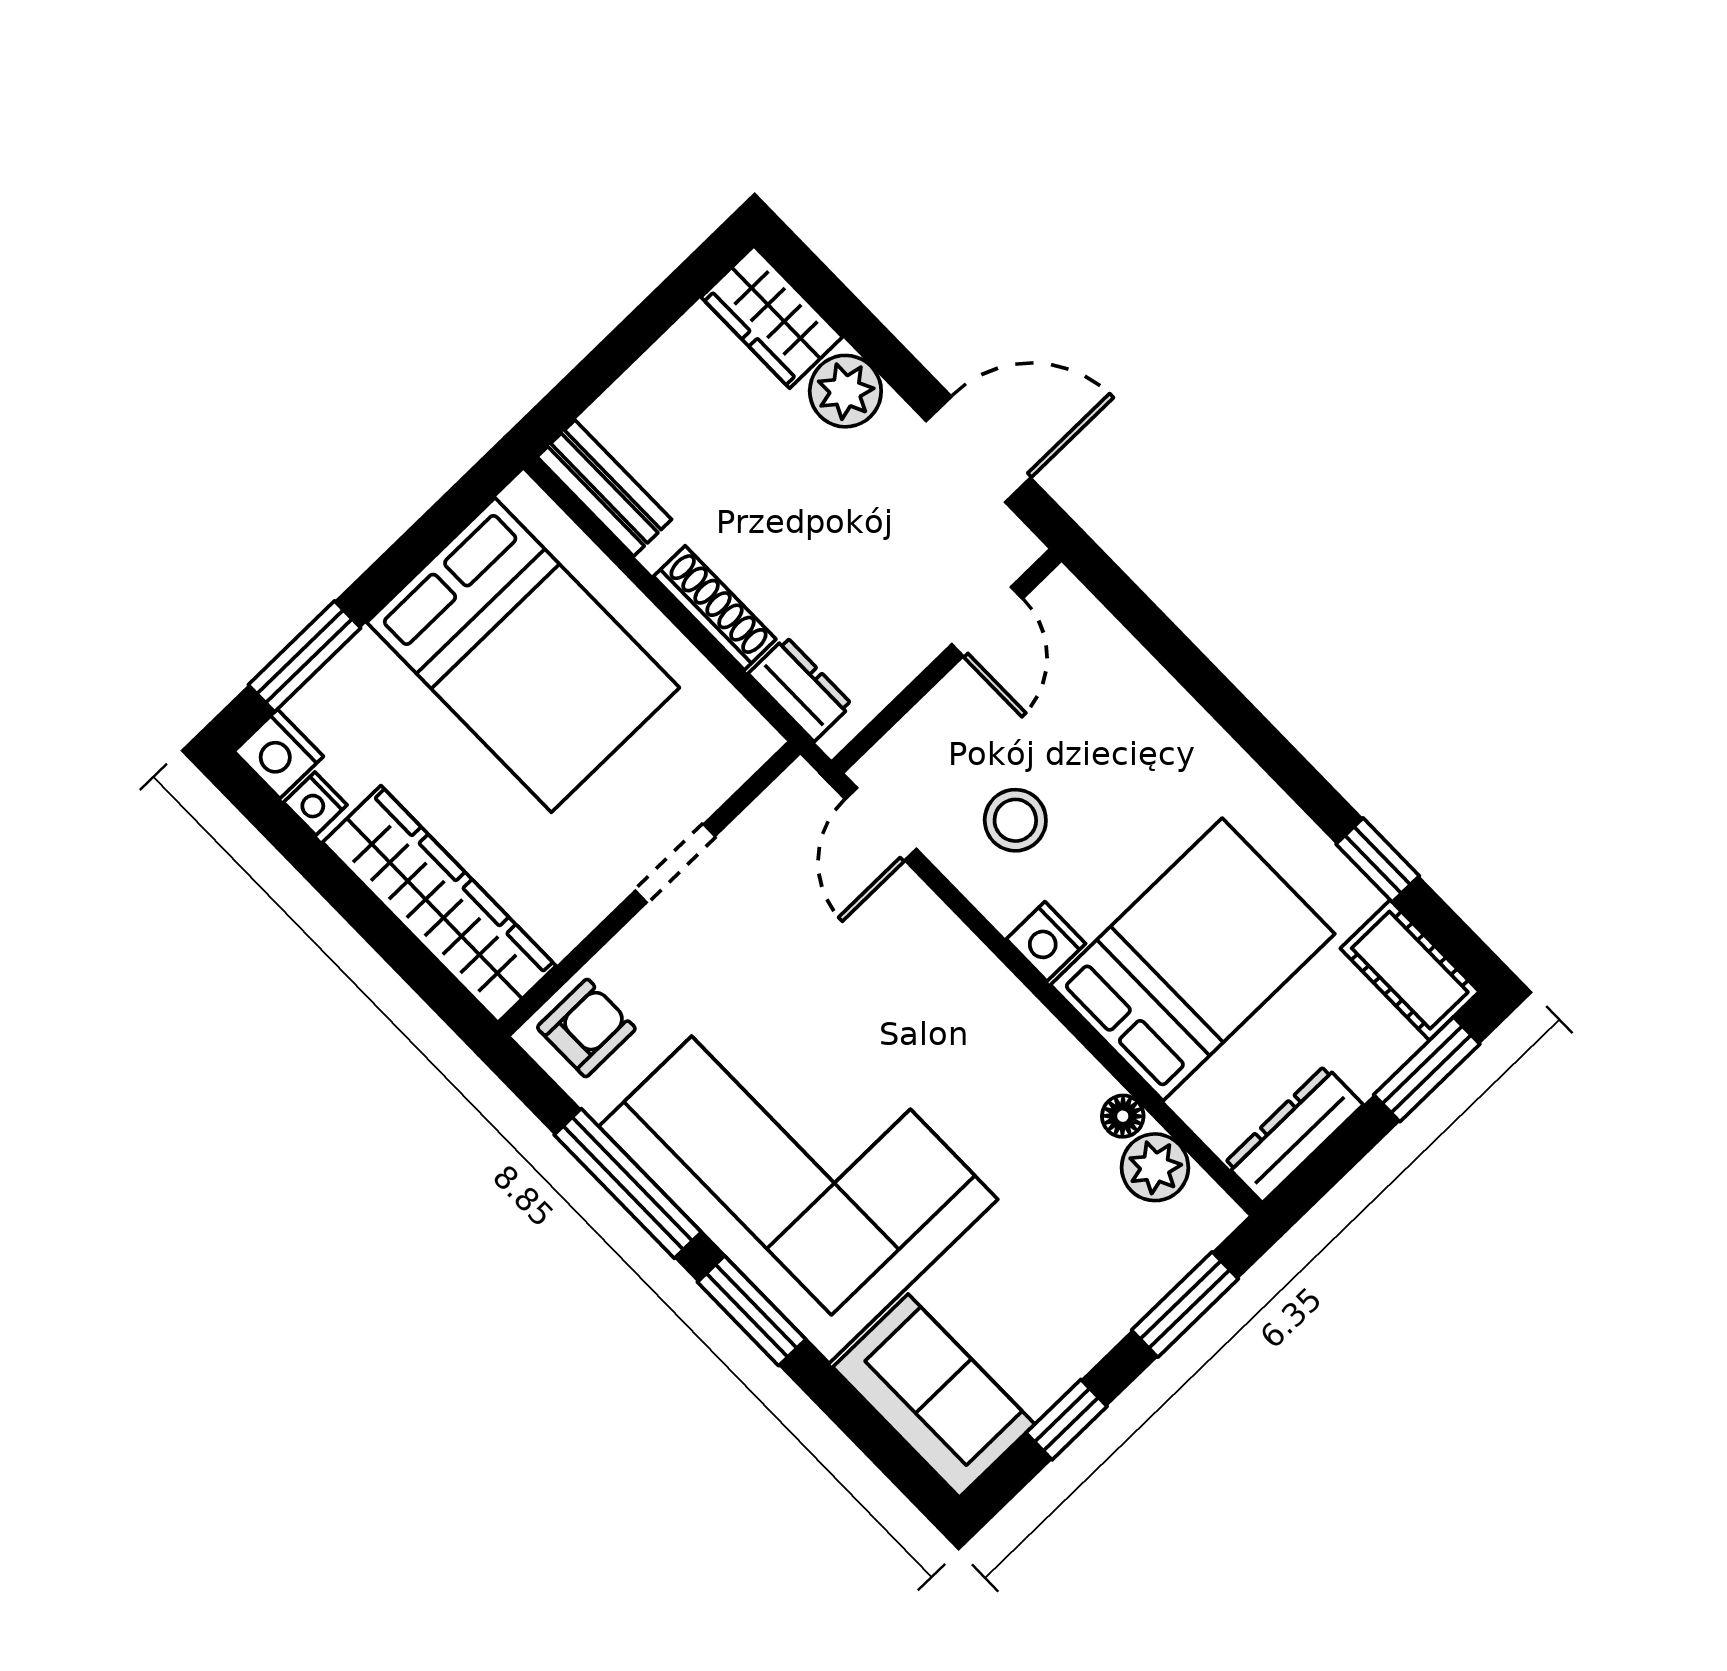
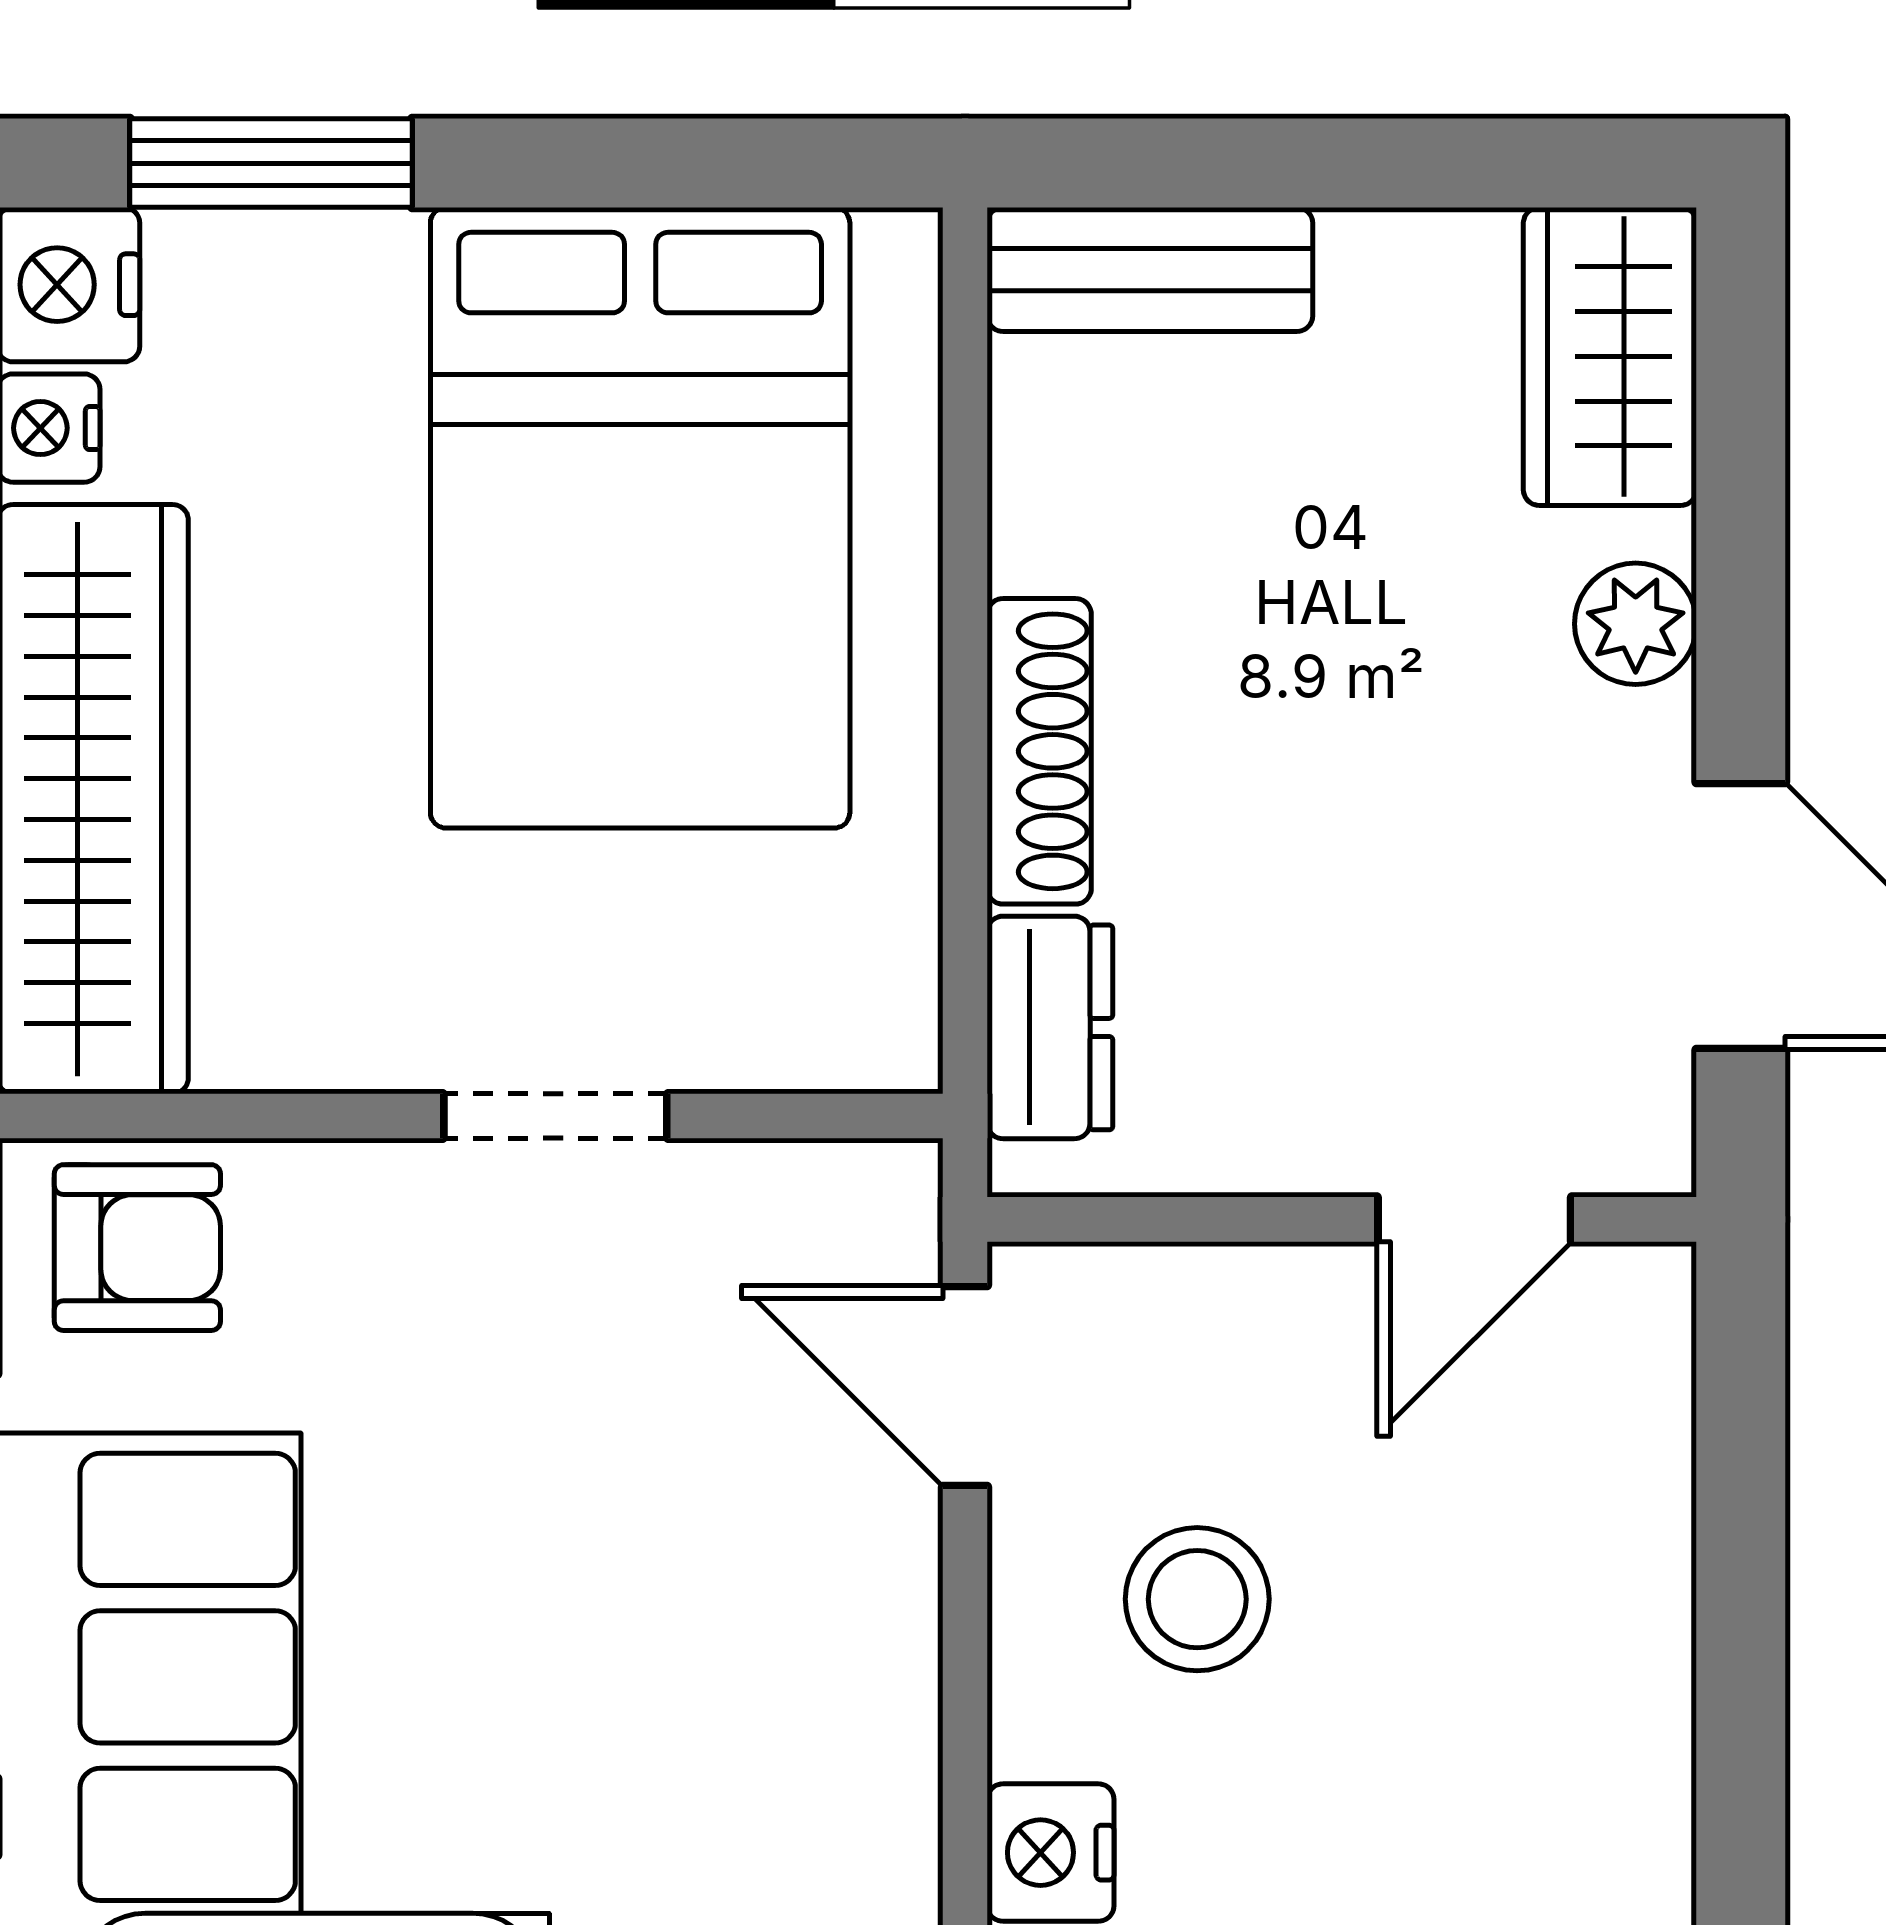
plant: (845, 391) -> (1636, 624), width x0.73, depth x0.73
bench: (604, 488) -> (1150, 269), moved, turned 90
door: (881, 824) -> (965, 1386), hinge flipped

